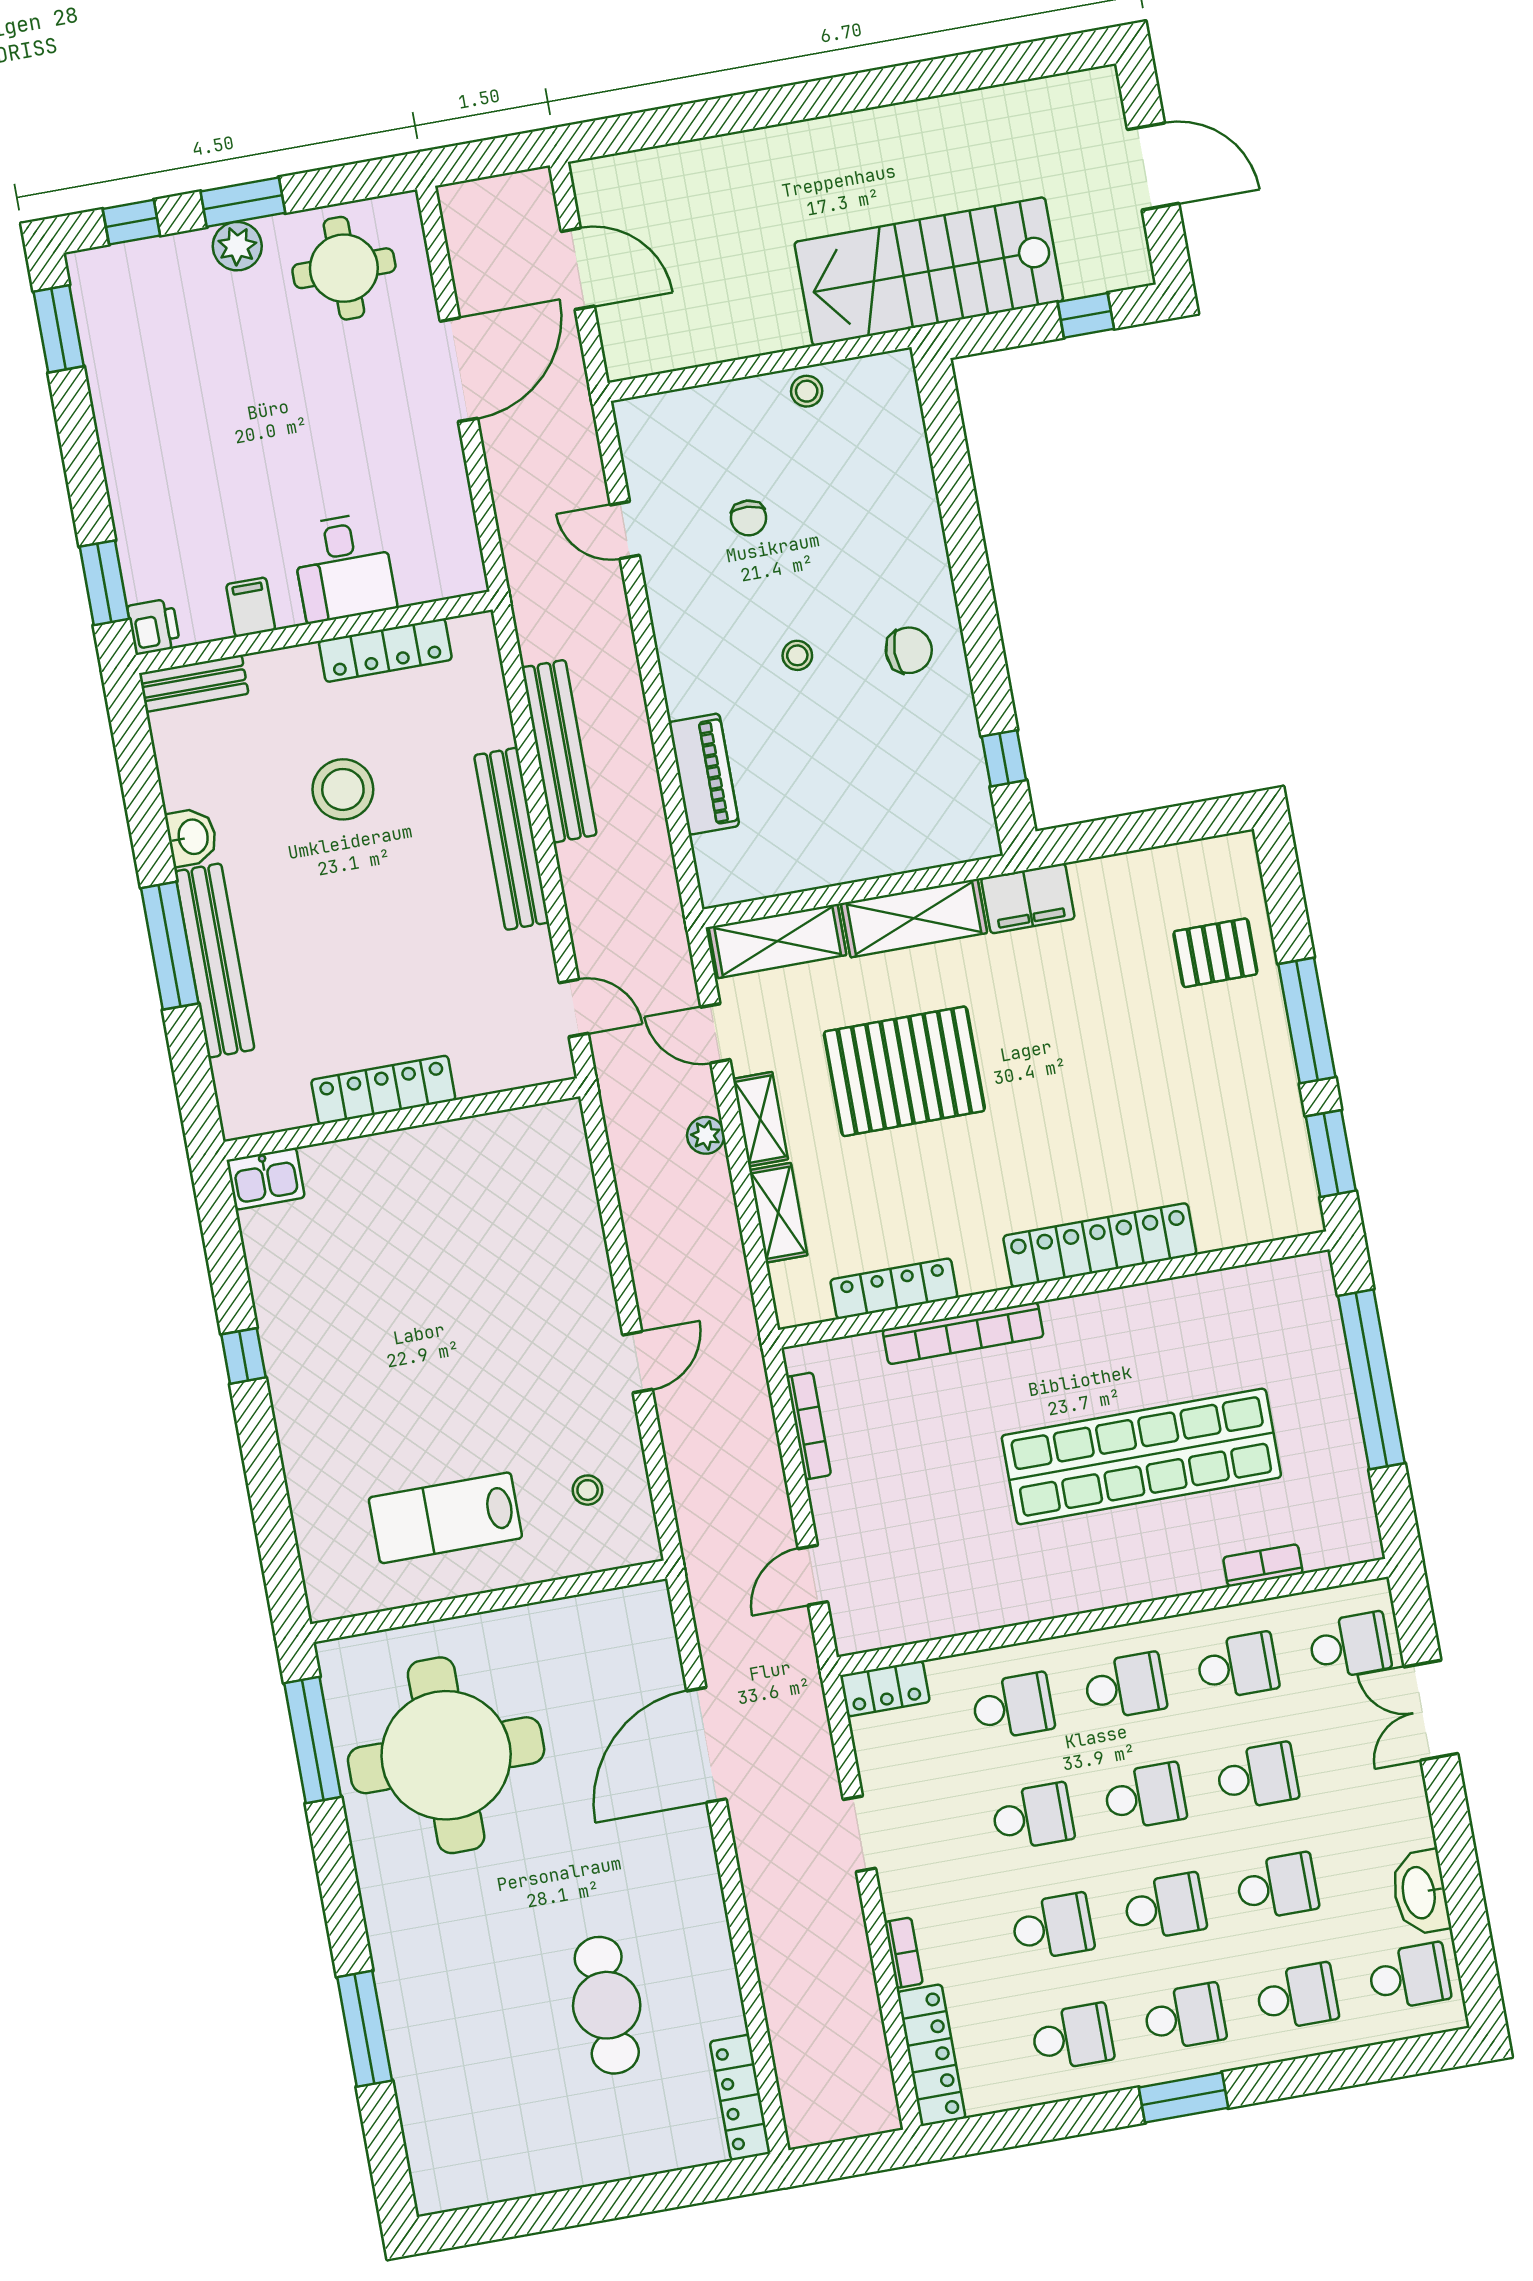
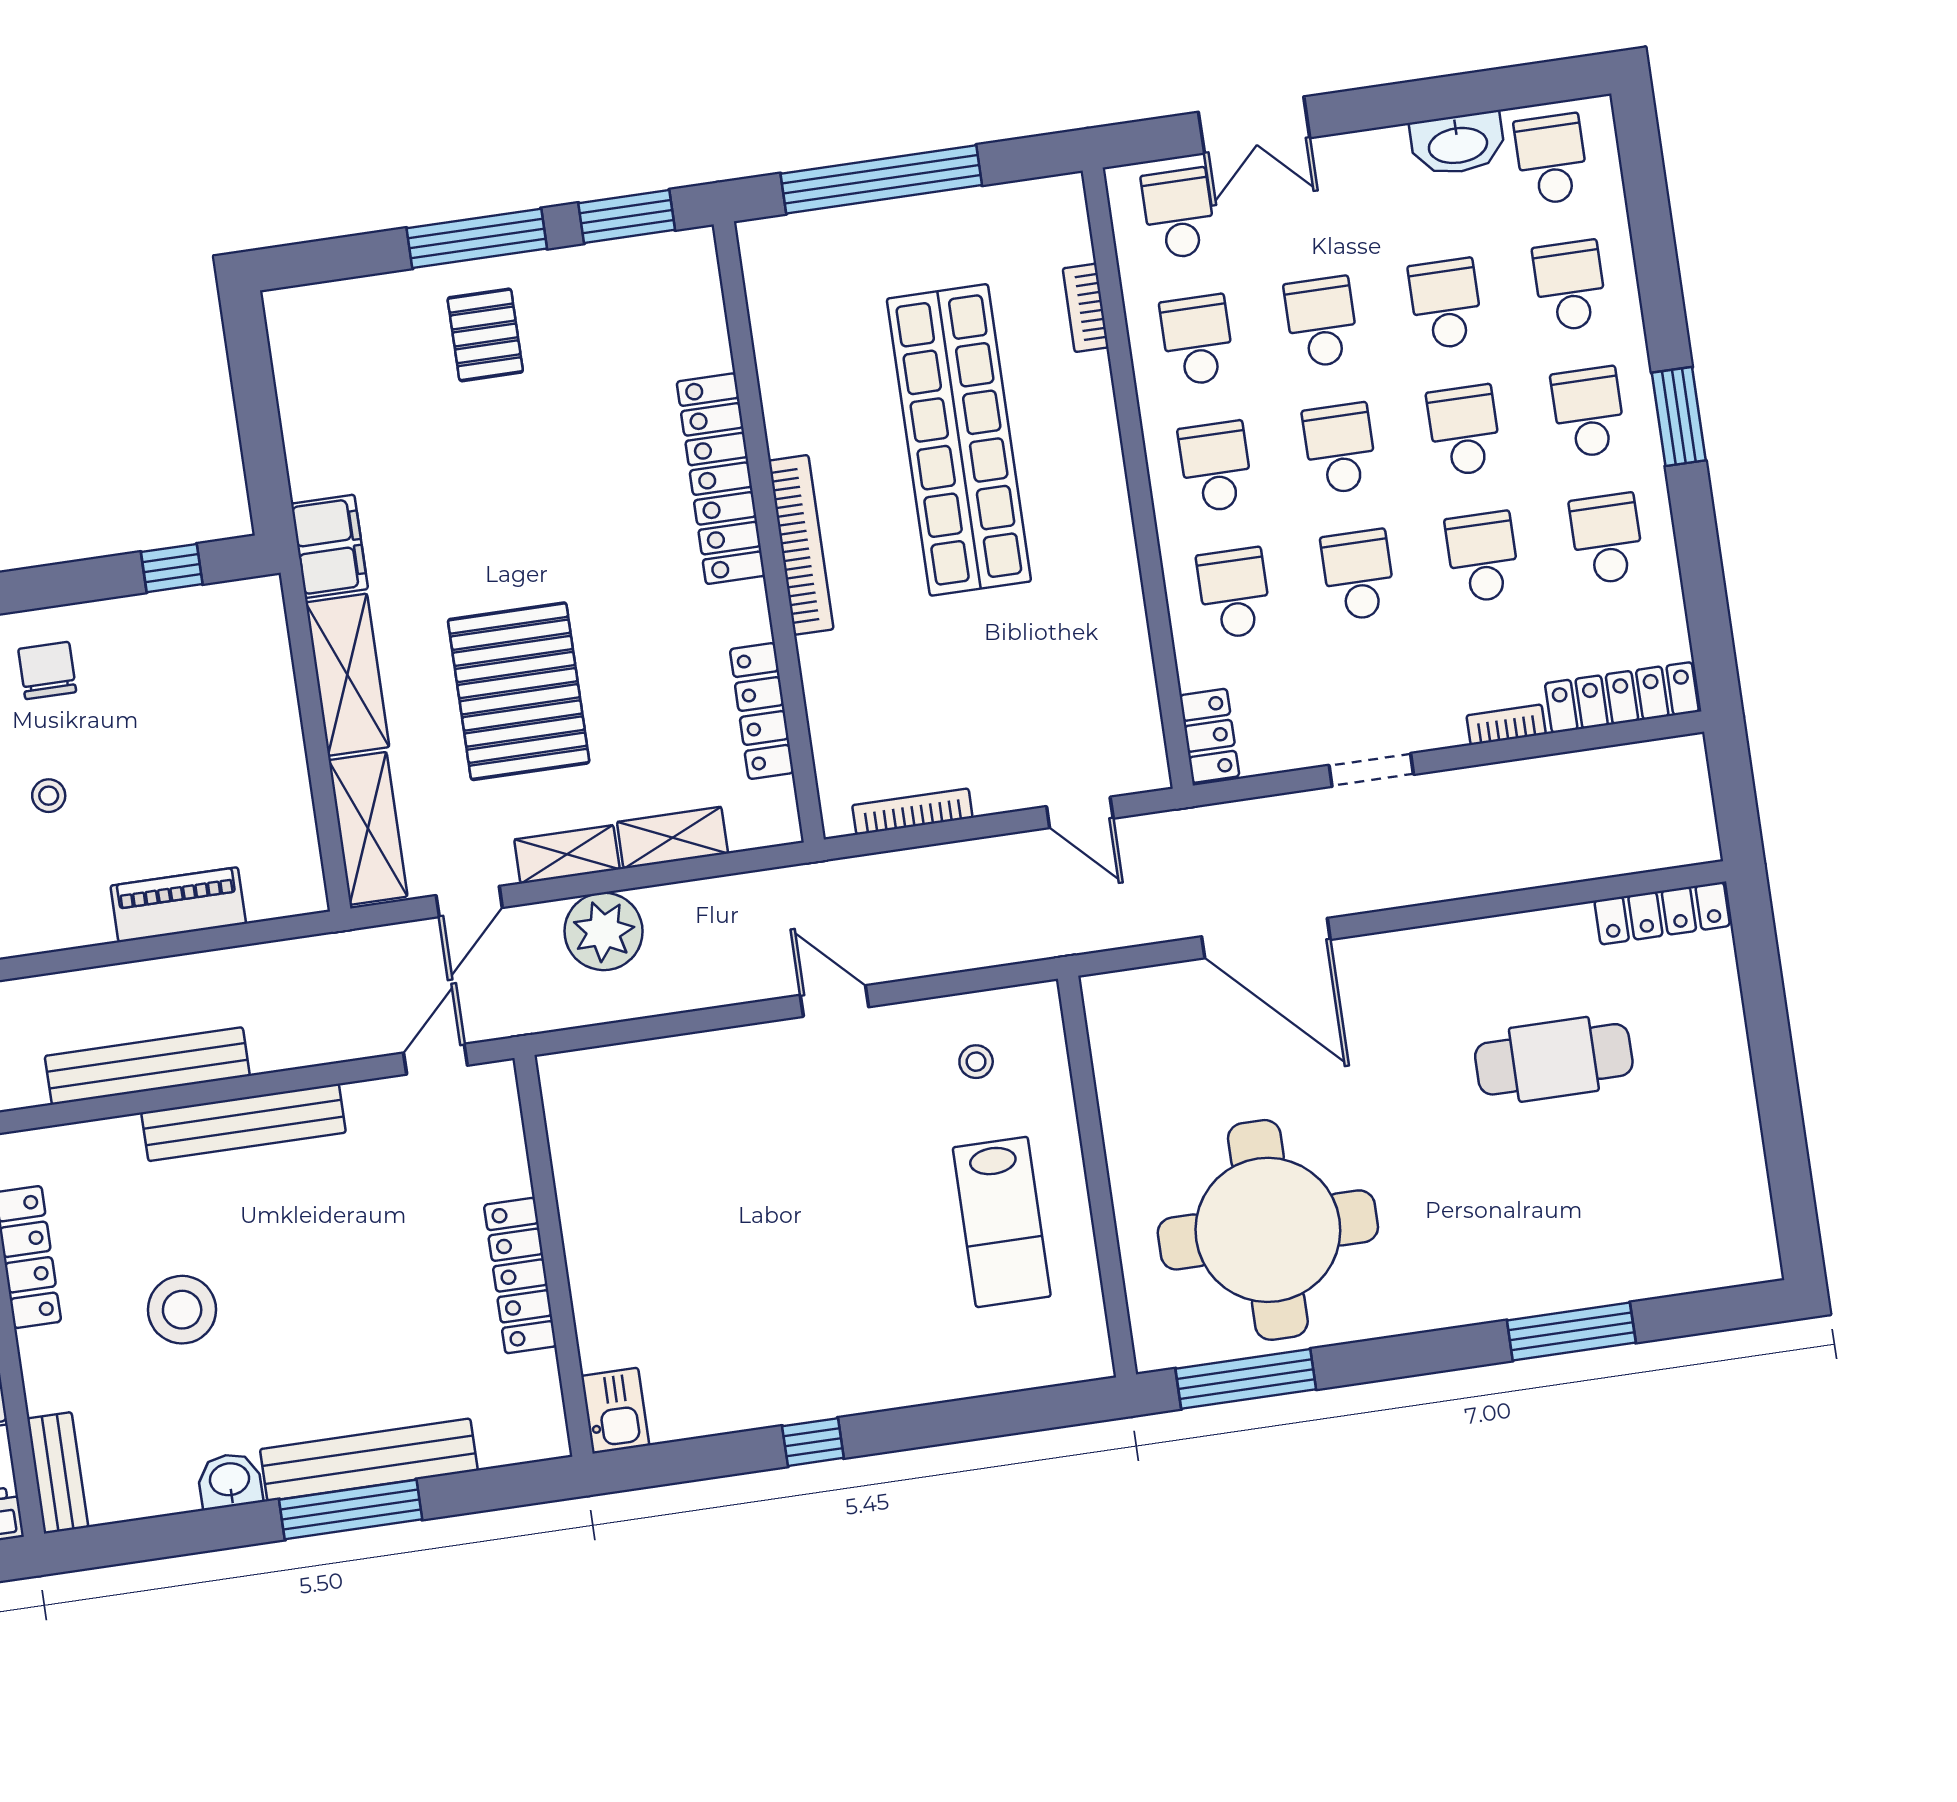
pallet: (1215, 953) -> (485, 335), moved
plant: (706, 1135) -> (604, 931), width x1.88, depth x1.88
bookcase: (963, 1333) -> (801, 545), moved

